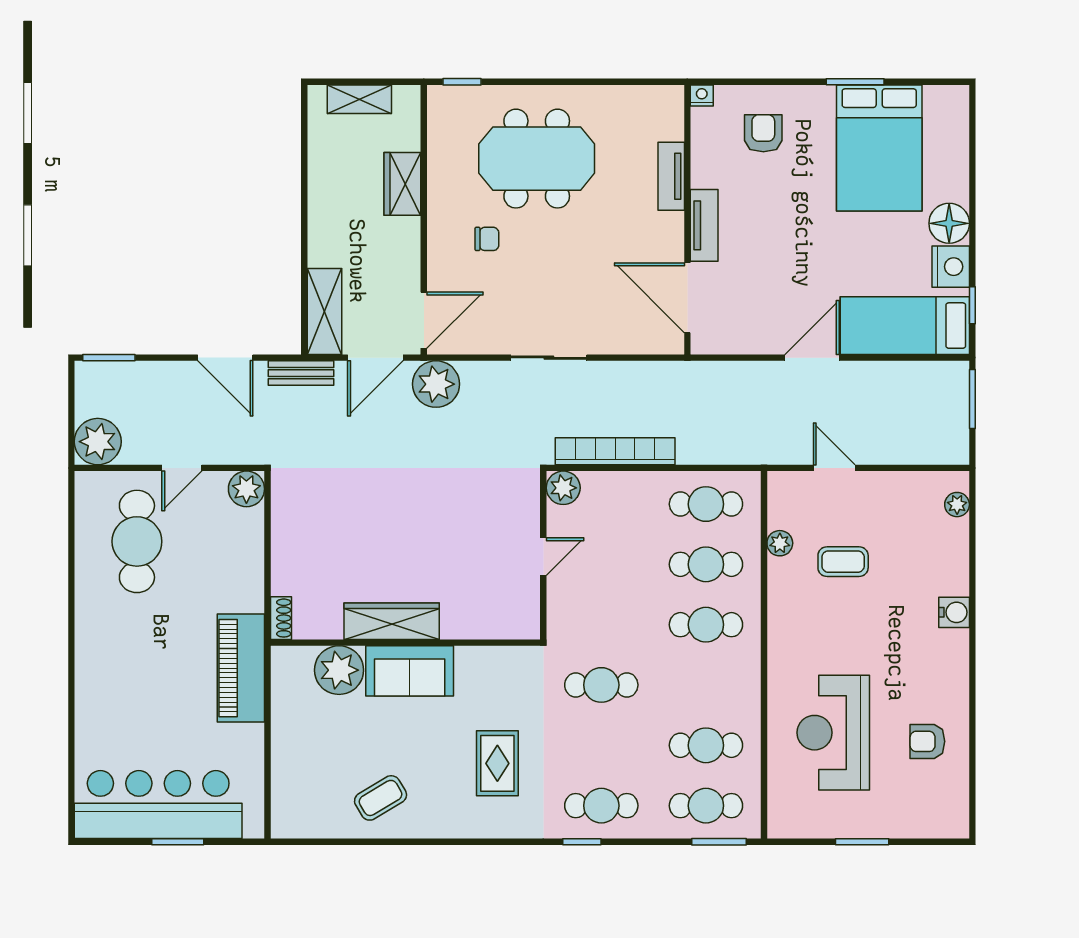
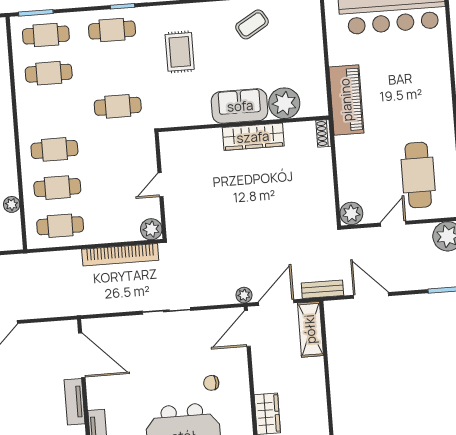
plant: (436, 384) -> (244, 295), width x0.53, depth x0.53

